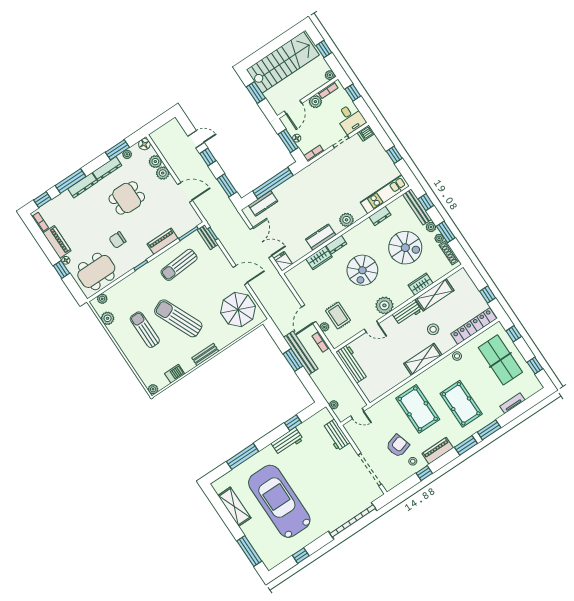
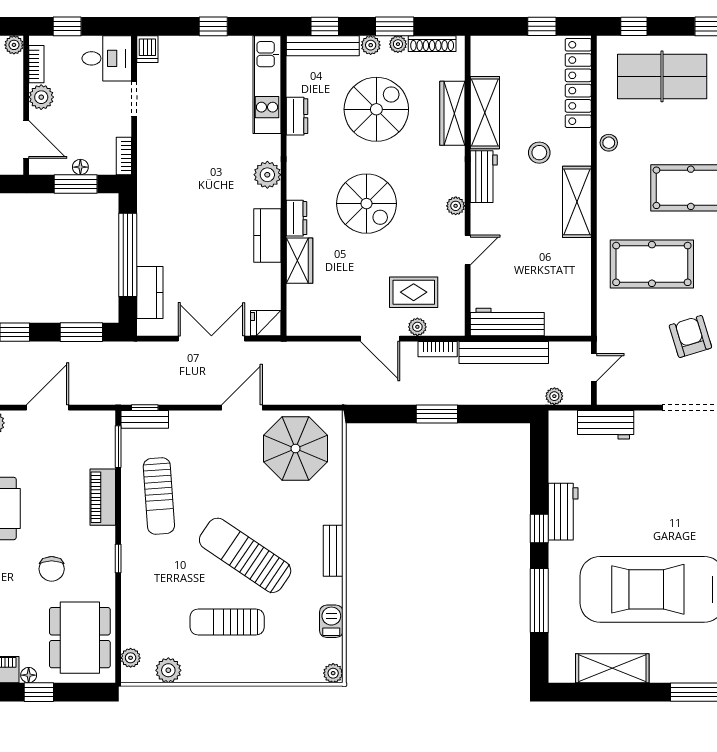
wardrobe: (421, 284) -> (452, 113), width x1.50
plant: (384, 305) -> (456, 206), width x0.53, depth x0.53
sun lounger: (178, 318) -> (245, 555), turned 58
bench: (301, 353) -> (504, 352), moved
window: (293, 423) -> (539, 528), moved

